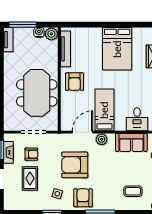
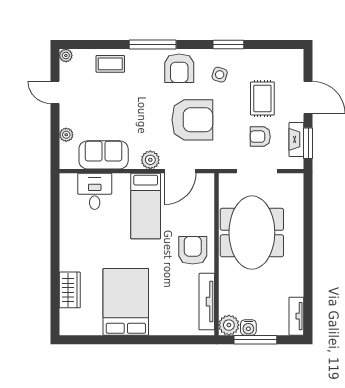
window: (23, 25) -> (255, 340), moved
coffee table: (133, 191) -> (110, 64), moved

